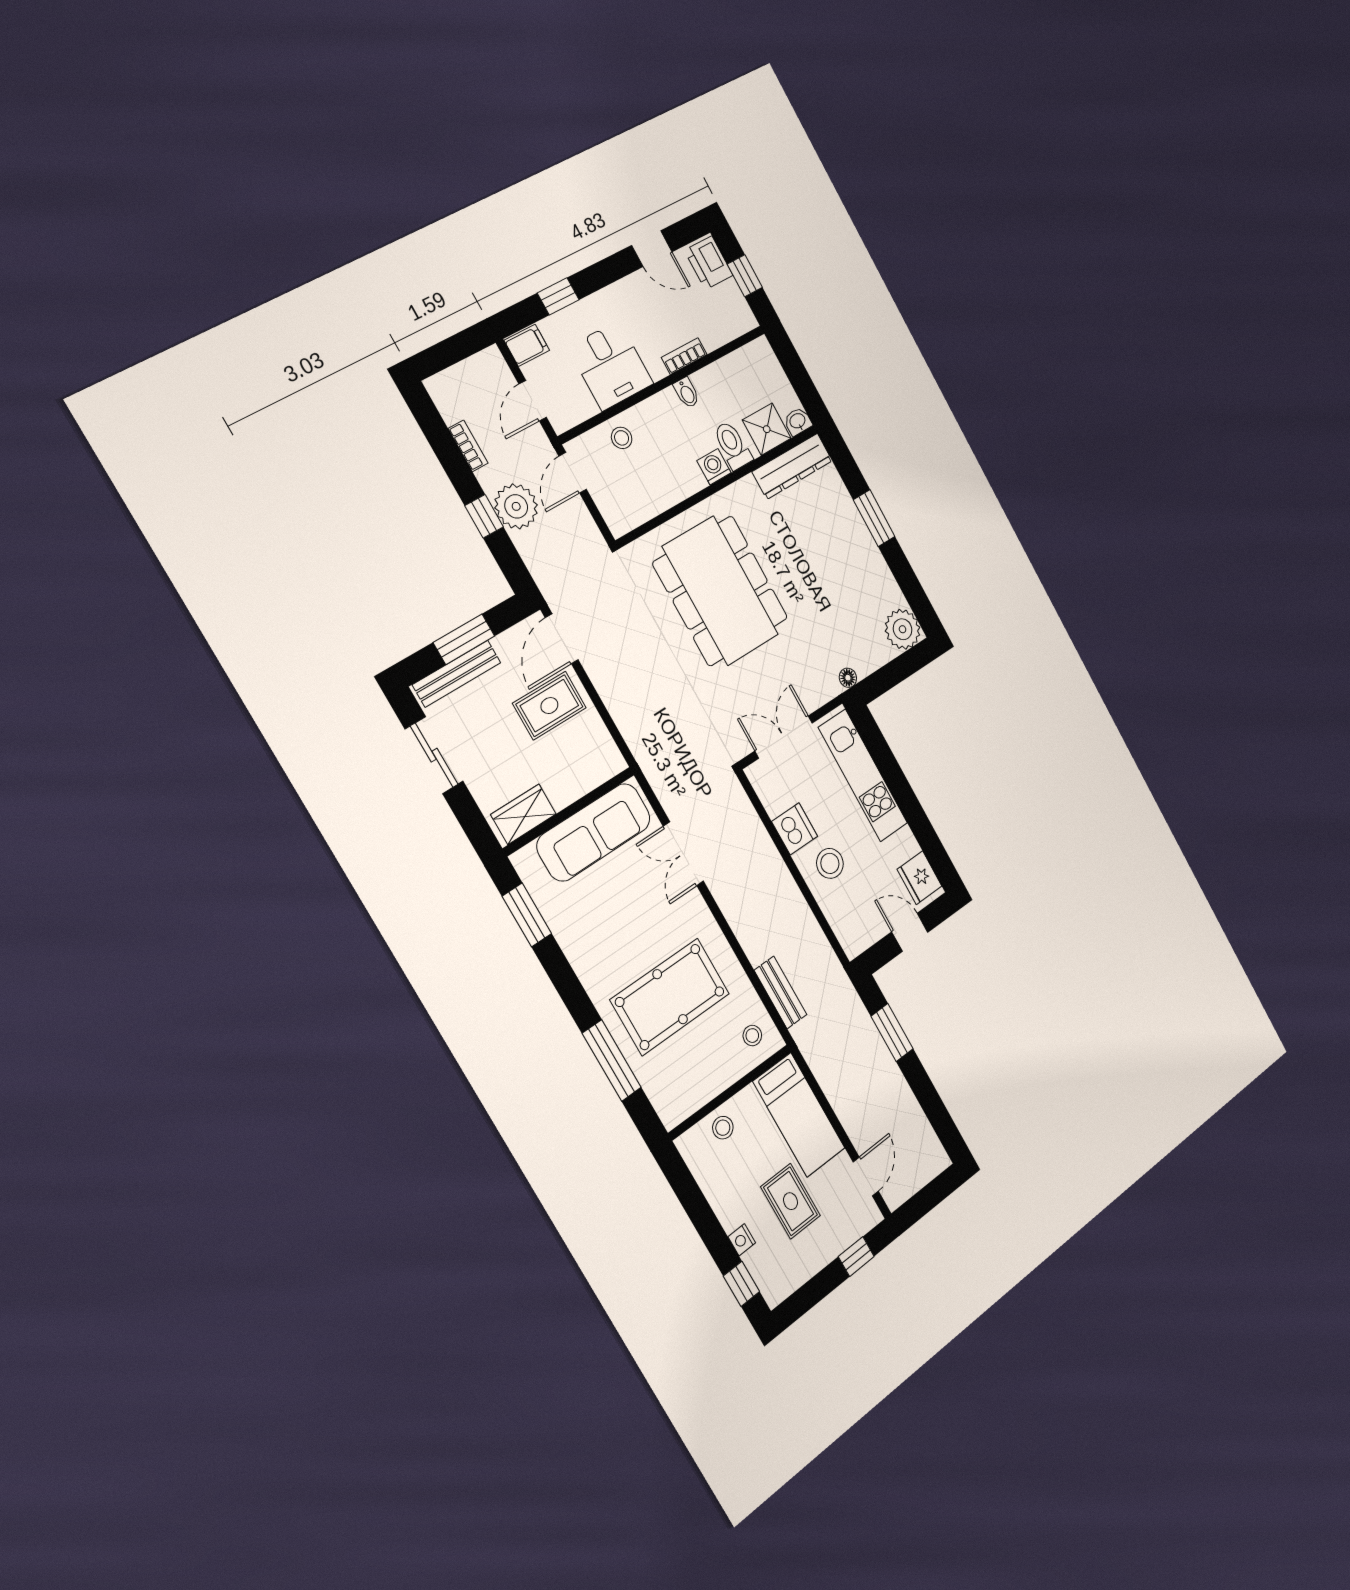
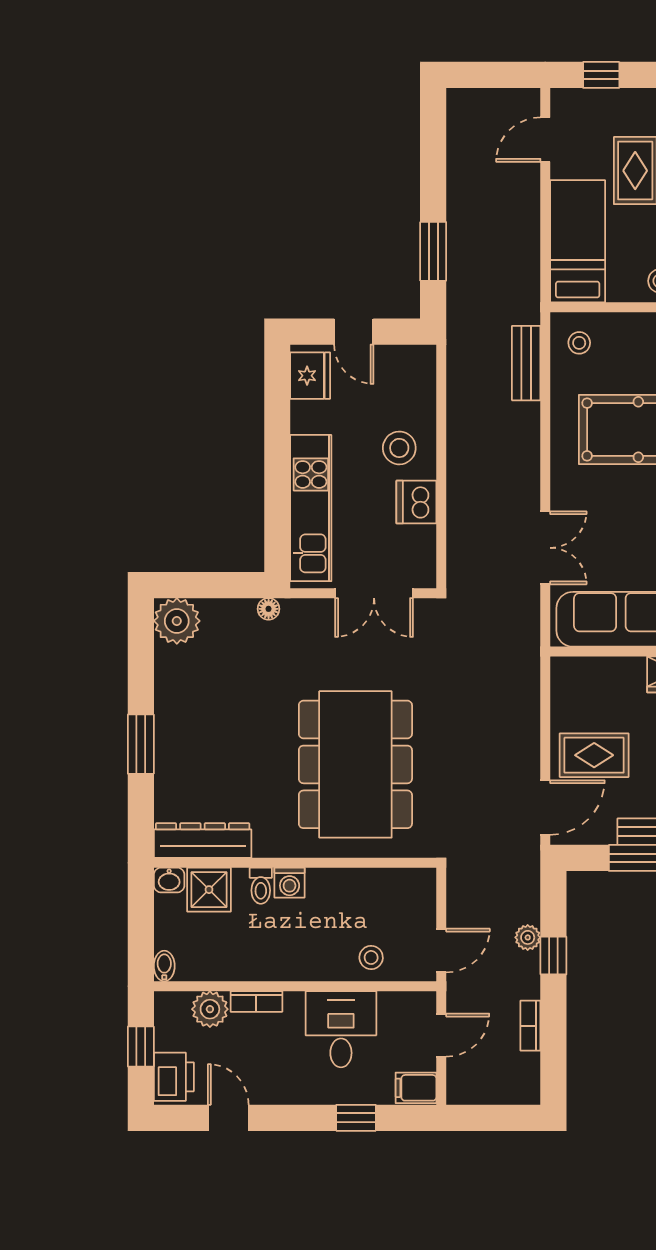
plant: (713, 332) -> (210, 1009), added
bidet: (687, 393) -> (164, 966), moved
toilet: (733, 445) -> (261, 886), width x0.73, depth x0.72
plant: (516, 506) -> (528, 937), width x0.53, depth x0.53

